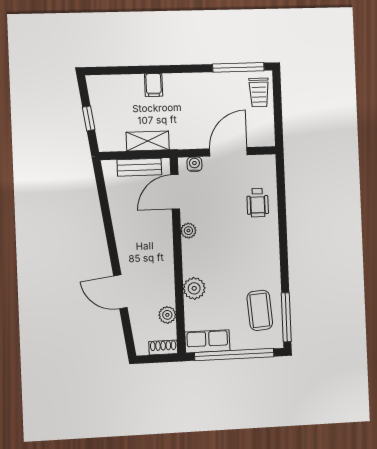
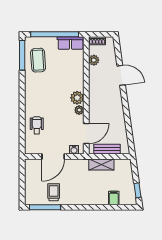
filing cabinet: (154, 85) -> (114, 198), moved
trolley: (259, 92) -> (54, 192), moved
window: (89, 118) -> (137, 190), moved
plant: (194, 288) -> (77, 98), moved

